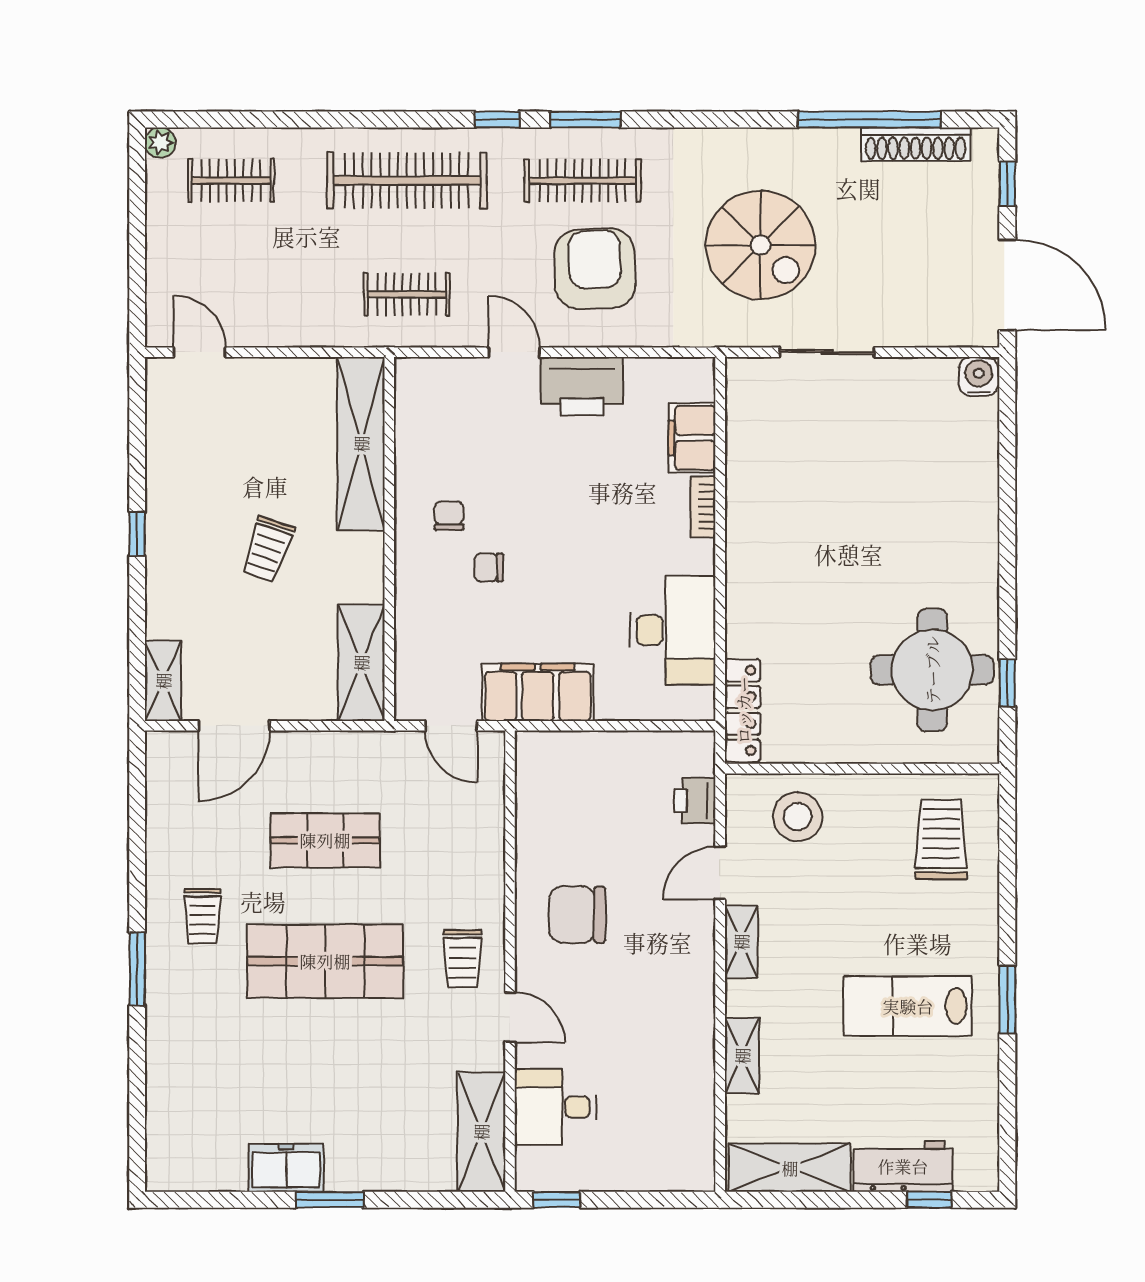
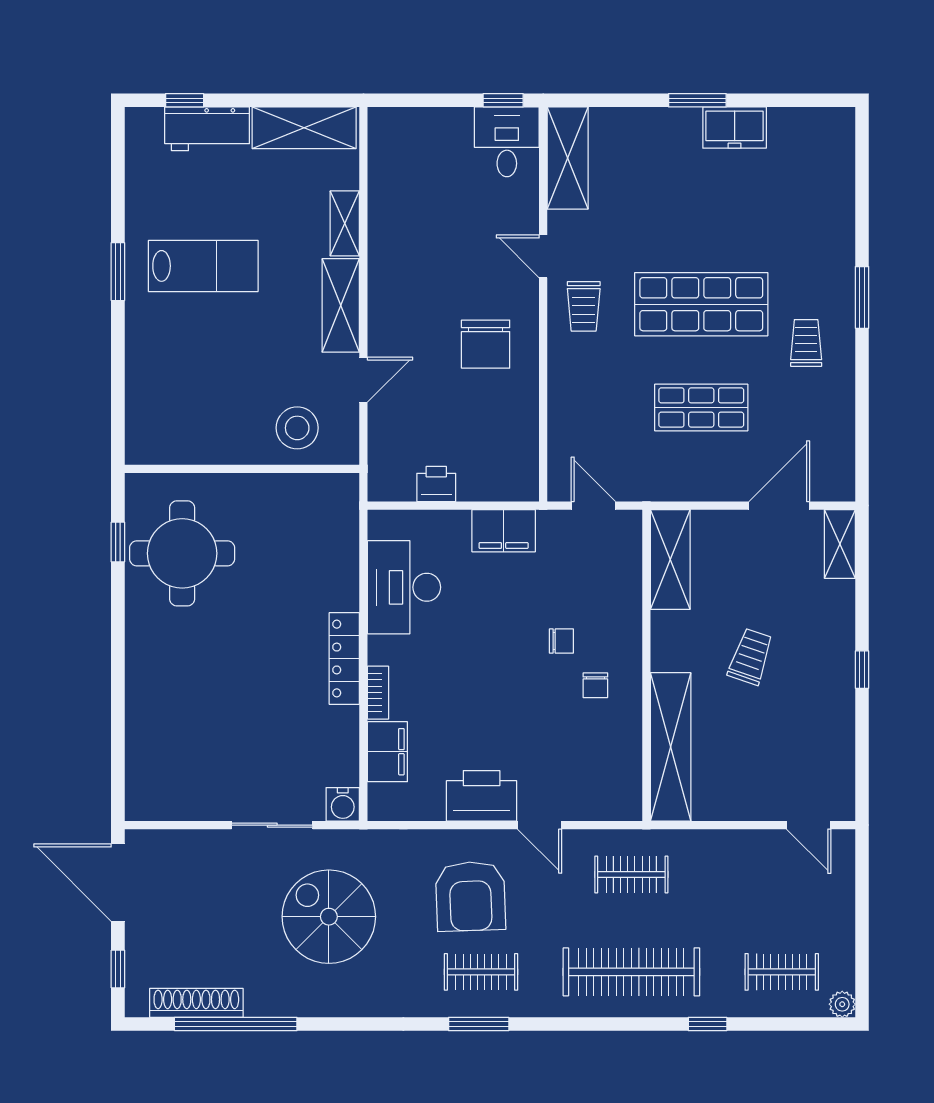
window: (497, 120) -> (708, 1024), moved
clothes rail: (583, 181) -> (481, 972), width x0.73
water cooler: (979, 376) -> (343, 804), moved
filing cabinet: (538, 692) -> (504, 531), width x0.67, depth x0.86
locker: (743, 710) -> (344, 658), moved
printer: (695, 801) -> (436, 484), moved, turned -90
trolley: (941, 839) -> (175, 408), removed
chair: (577, 915) -> (486, 344), turned 90
shelving: (741, 942) -> (341, 305), width x1.50, depth x1.33
trolley: (463, 959) -> (584, 306), turned 180
desk: (555, 1107) -> (507, 142), moved, turned -90

